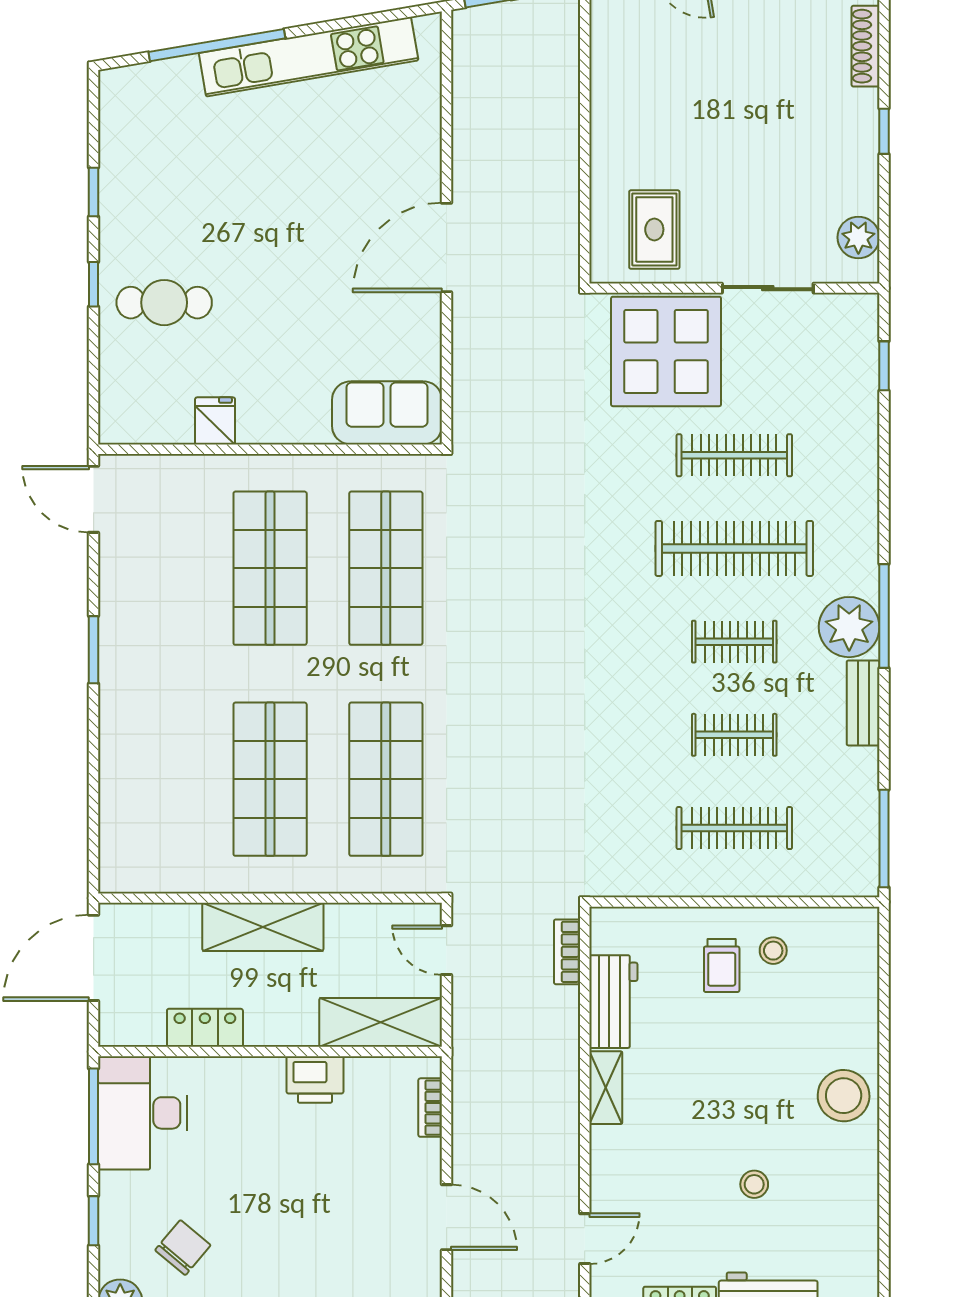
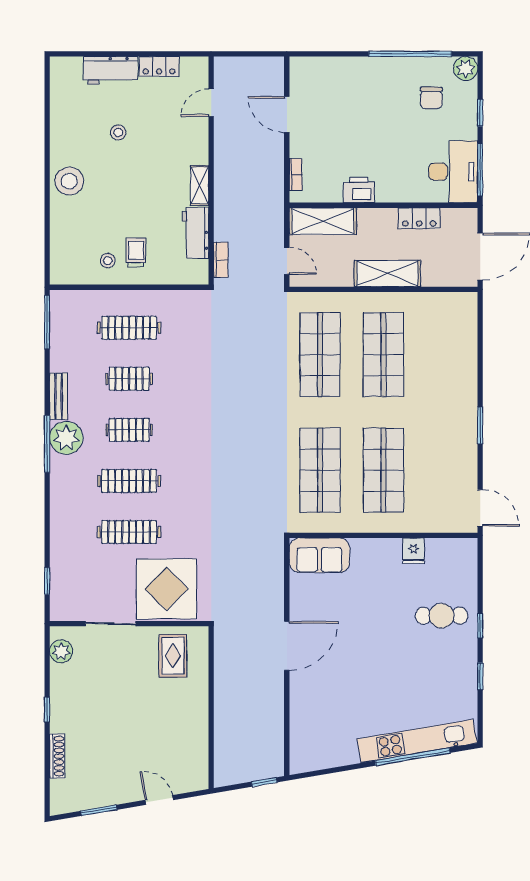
kitchen unit: (309, 57) -> (417, 741), moved
clothes rail: (734, 548) -> (129, 481), width x0.73, depth x0.76
chair: (183, 1248) -> (431, 98), turned -40

